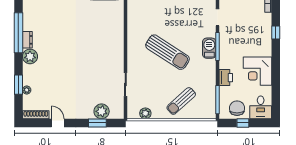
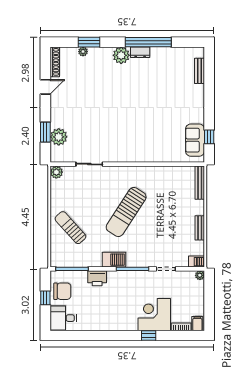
barbecue: (209, 48) -> (114, 260), moved
corner desk: (258, 71) -> (154, 315), moved
plant: (145, 113) -> (56, 172), moved

